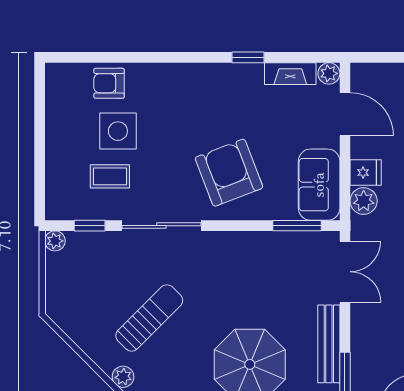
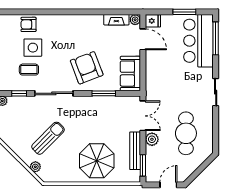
window: (248, 57) -> (96, 12), removed
fridge: (366, 173) -> (153, 21), moved
plant: (364, 201) -> (152, 139), moved
window: (297, 226) -> (104, 93), moved

